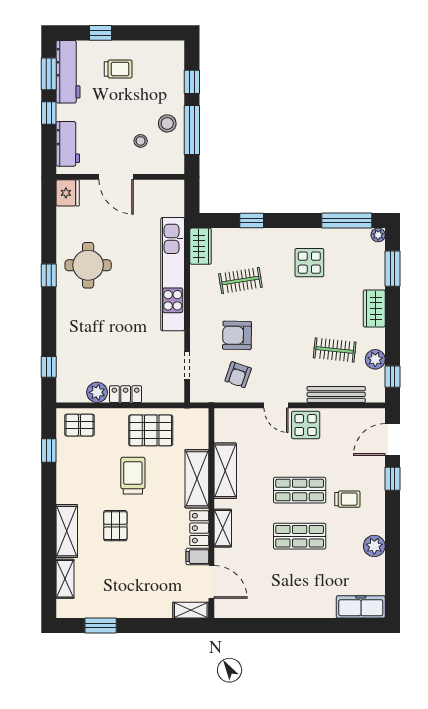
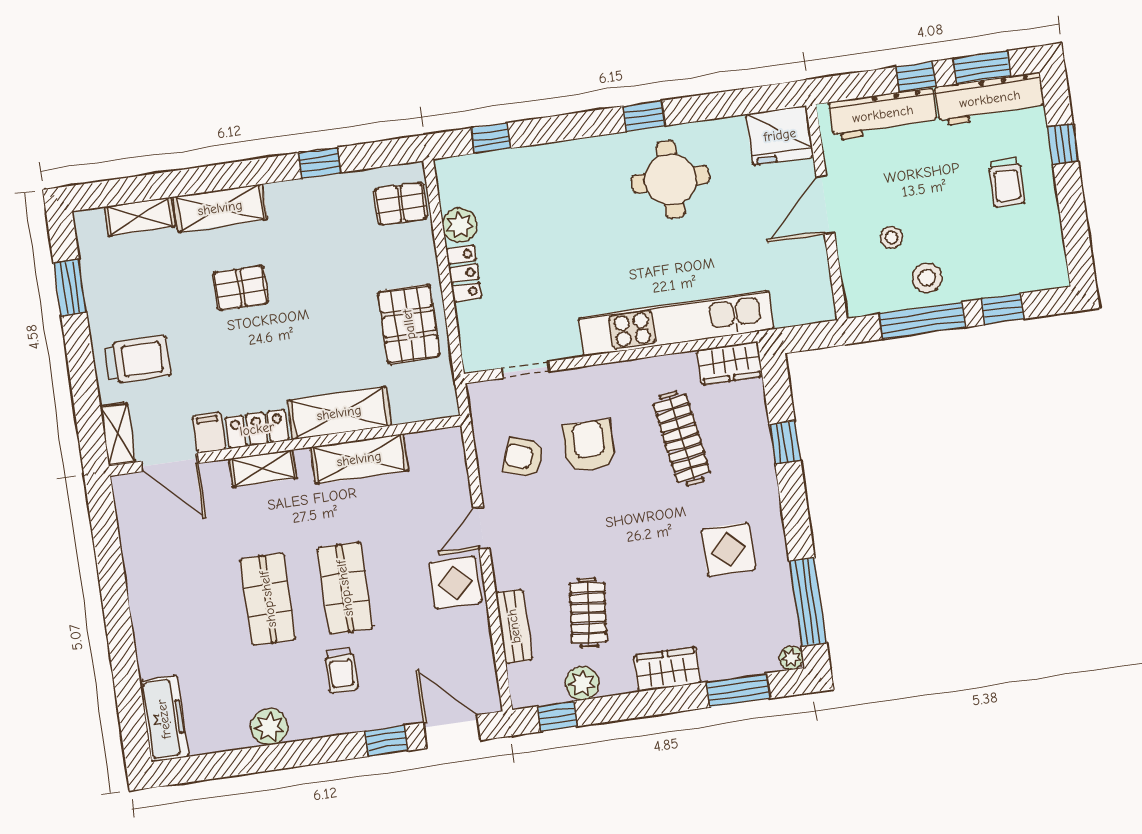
workbench: (68, 144) -> (883, 114), width x1.38
fridge: (68, 193) -> (780, 135), width x1.36, depth x1.34
clothes rail: (240, 281) -> (682, 438), width x1.36
bench: (336, 394) -> (514, 626), width x0.73
pallet: (79, 425) -> (401, 204), turned 90
window: (49, 451) -> (319, 163), moved
trolley: (133, 476) -> (138, 360), moved
door: (211, 582) -> (170, 462), hinge flipped

